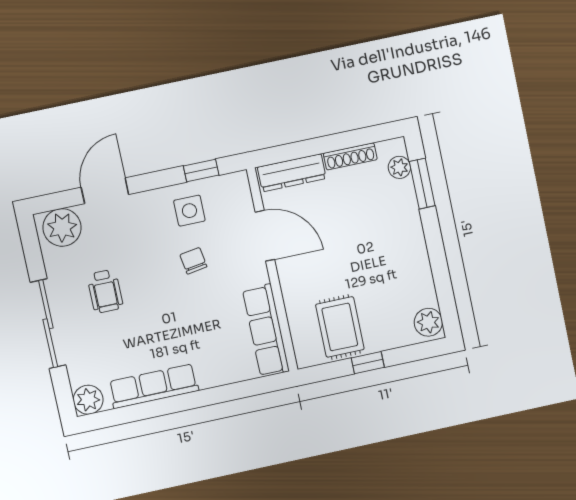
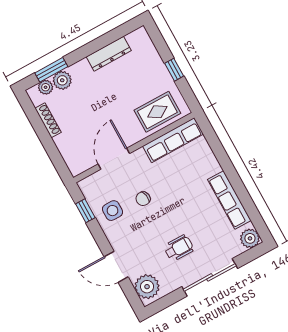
dresser: (292, 173) -> (109, 54), moved, turned 90
plant: (428, 322) -> (62, 80), moved
rug: (340, 327) -> (157, 112), moved

